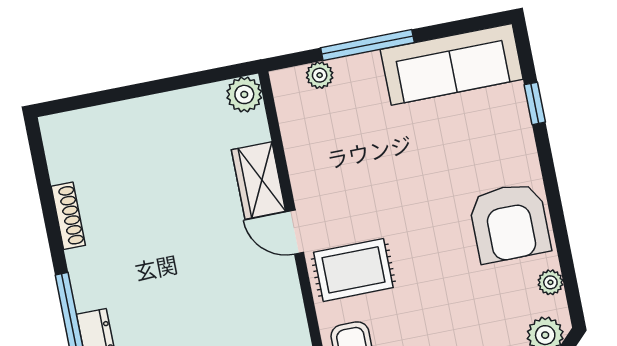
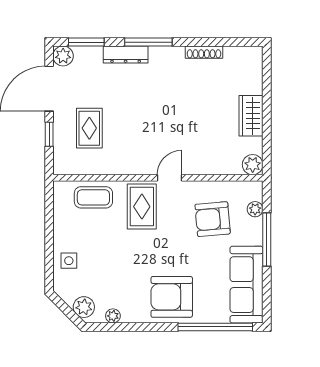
window: (535, 103) -> (215, 327), width x3.17
armchair: (351, 145) -> (213, 219), added
wardrobe: (258, 181) -> (251, 116), moved, turned -90
armchair: (510, 223) -> (172, 297), moved

